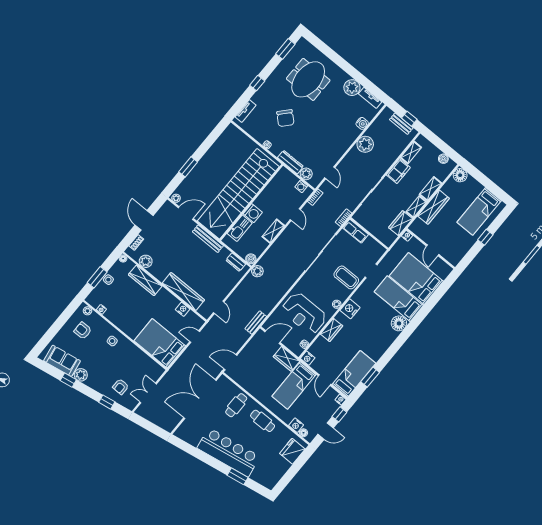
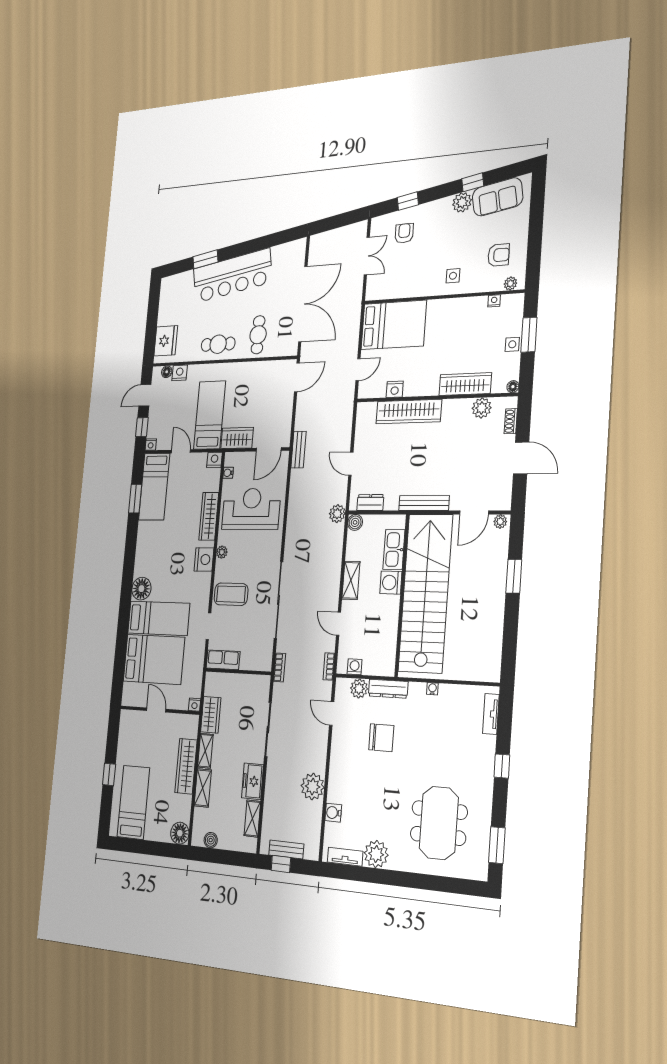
chair: (285, 118) -> (381, 738), moved, turned 138
row of seats: (356, 231) -> (223, 660), moved
door: (219, 307) -> (351, 464), moved
wardrobe: (332, 330) -> (209, 516), width x1.50

